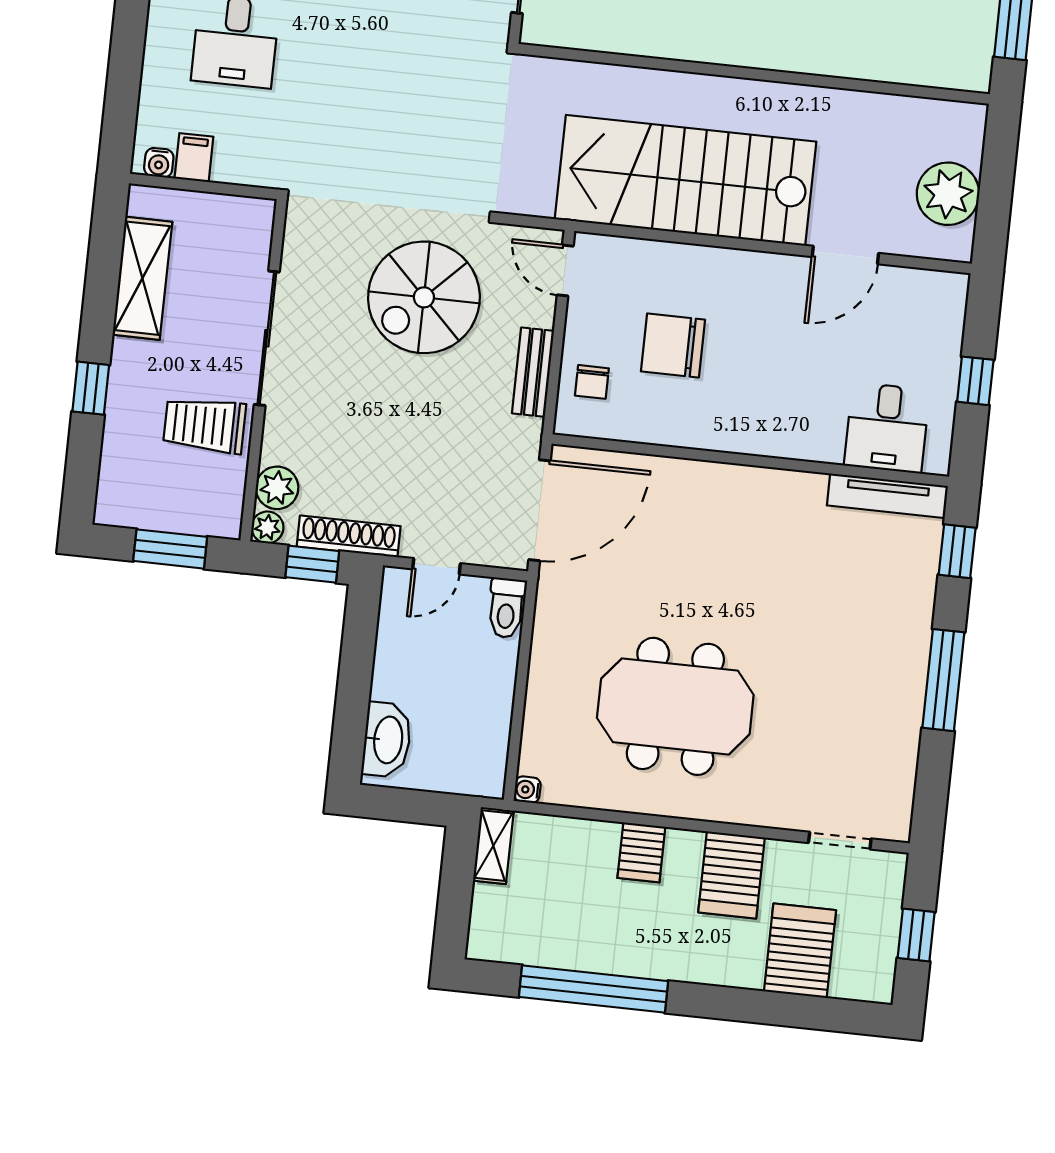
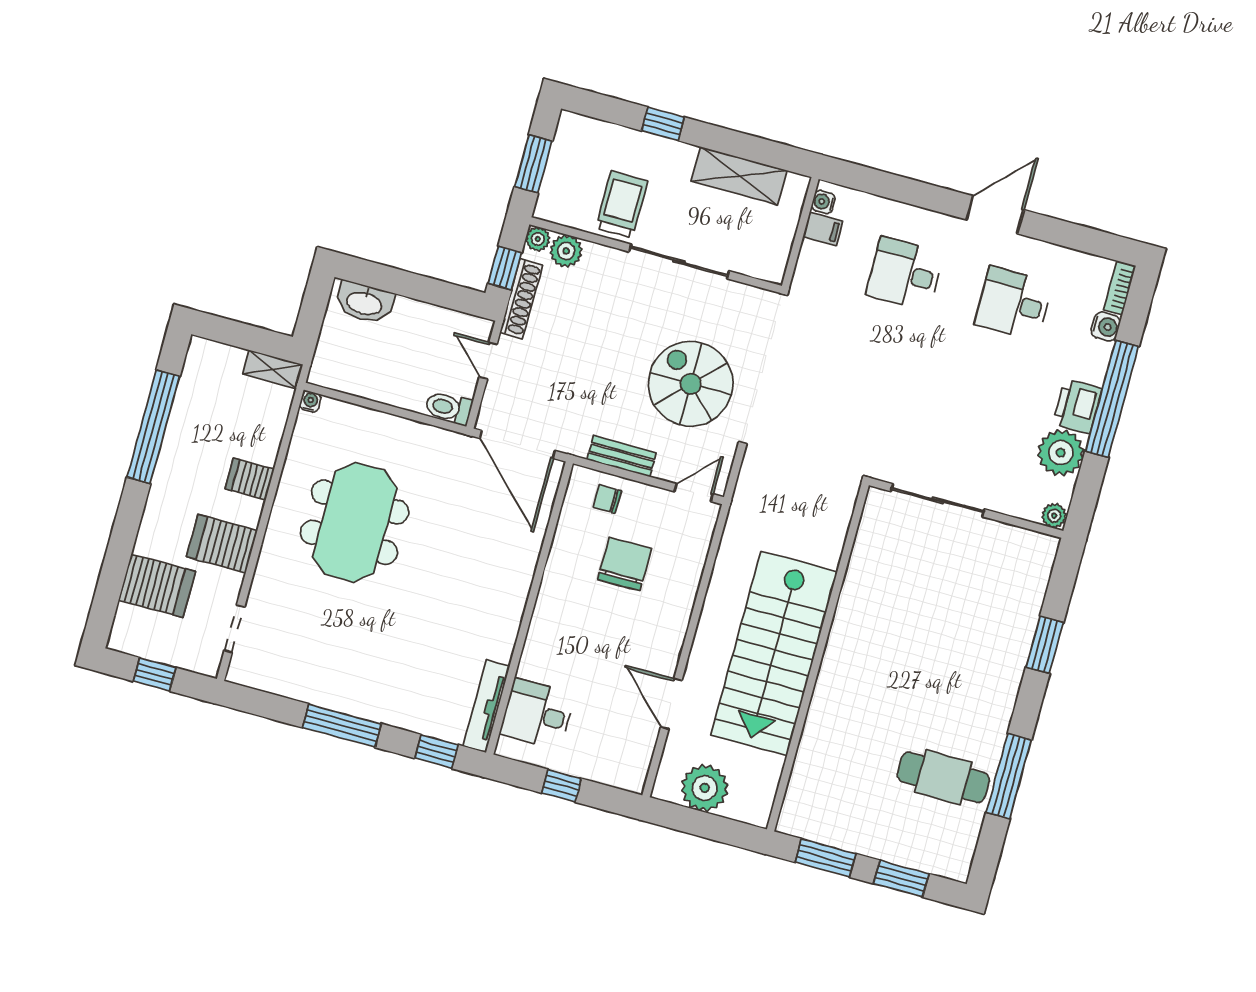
stairs: (686, 180) -> (774, 653), moved, turned 180

